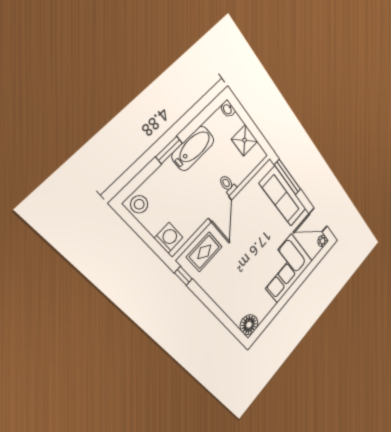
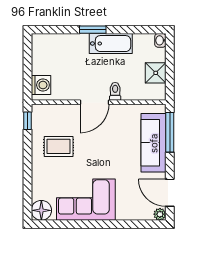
stool: (139, 204) -> (42, 45), removed
rug: (204, 252) -> (59, 146), moved
corner sofa: (284, 268) -> (86, 200), moved

